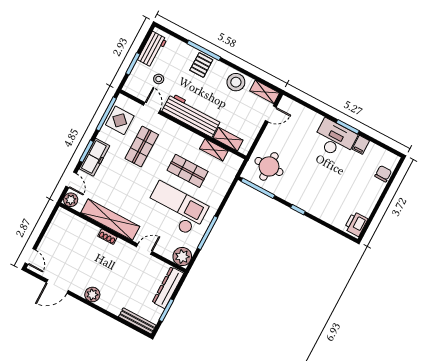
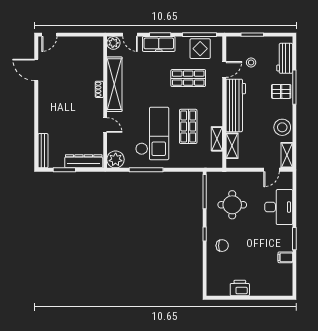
workbench: (152, 49) -> (285, 58), moved, turned 90
door: (271, 114) -> (271, 170), hinge flipped
desk: (335, 139) -> (279, 207), moved
round table: (269, 166) -> (232, 205), moved
chair: (383, 174) -> (222, 246), moved
door: (71, 180) -> (130, 35), hinge flipped
printer: (356, 224) -> (240, 288), moved
plant: (92, 295) -> (45, 102), removed

